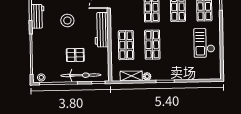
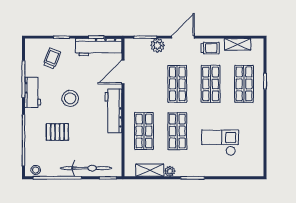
checkout: (204, 43) -> (220, 143), moved, turned 90
pallet: (75, 55) -> (57, 132), moved

